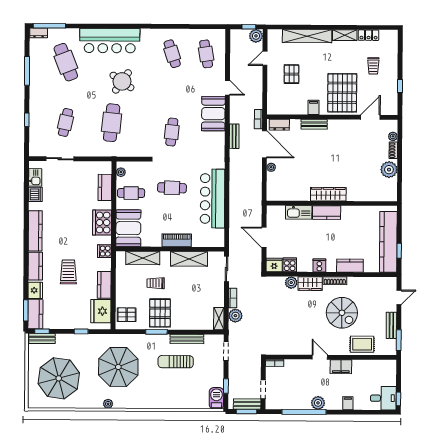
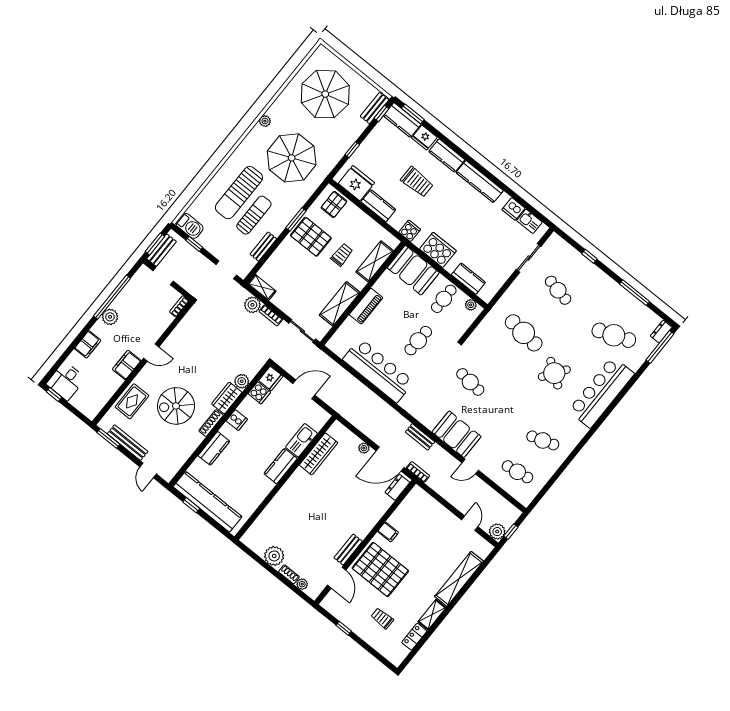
pallet: (291, 74) -> (435, 536), removed
bench: (314, 124) -> (348, 550), moved
wardrobe: (328, 194) -> (319, 454), moved
bench: (391, 325) -> (128, 443), width x1.36
bench: (187, 339) -> (263, 247), width x0.73
sun lounger: (169, 383) -> (239, 193), added
filing cabinet: (348, 403) -> (88, 344), width x2.00

